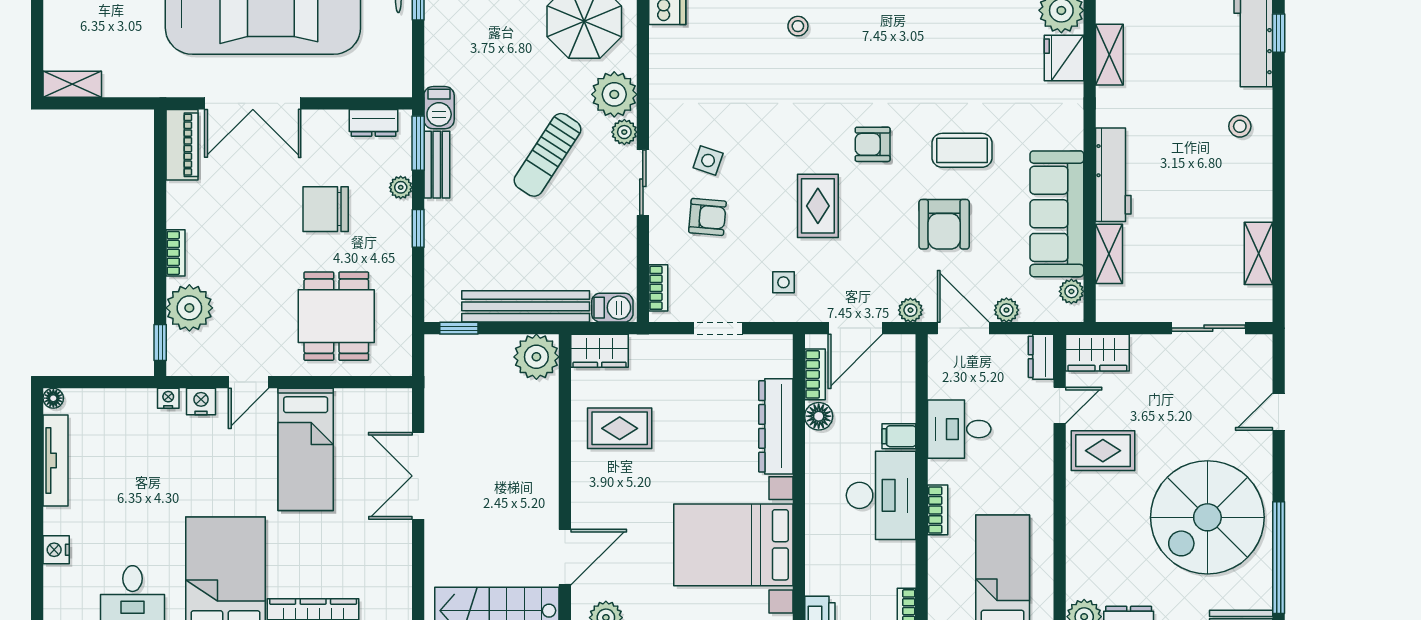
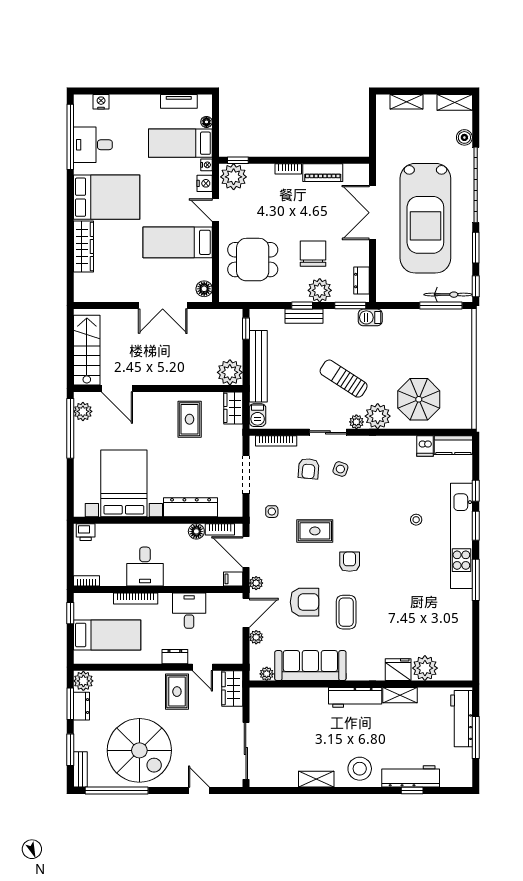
shelving: (72, 84) -> (407, 102), moved, turned 90
stool: (1240, 126) -> (360, 769), width x1.89, depth x1.89
piano: (182, 145) -> (323, 173), moved
bench: (437, 165) -> (304, 316), moved
workbench: (1113, 175) -> (355, 697), moved
plant: (401, 187) -> (320, 290), width x1.88, depth x1.88
armchair: (944, 224) -> (304, 602), turned 180
shelving: (1258, 253) -> (316, 779), moved
shelving: (1109, 254) -> (288, 695), removed
bookcase: (658, 288) -> (276, 441), width x1.56
plant: (189, 308) -> (234, 177), moved
doorway: (718, 328) -> (246, 475), width x1.38
sliding door: (1208, 328) -> (246, 751), width x1.37
dresser: (1041, 357) -> (175, 657), moved
floor lamp: (53, 398) -> (206, 122), moved
floor lamp: (388, 402) -> (204, 289), added
filing cabinet: (899, 436) -> (233, 579), moved, turned -90
bed: (130, 444) -> (180, 143), added
tv unit: (56, 461) -> (179, 101), width x0.71
double door: (418, 476) -> (163, 306), swing flipped
desk: (881, 495) -> (145, 567), width x0.73
bookcase: (938, 510) -> (136, 598), width x1.56
spiral stairs: (1207, 517) -> (139, 750), turned 180
nightstand: (56, 550) -> (101, 102), moved

